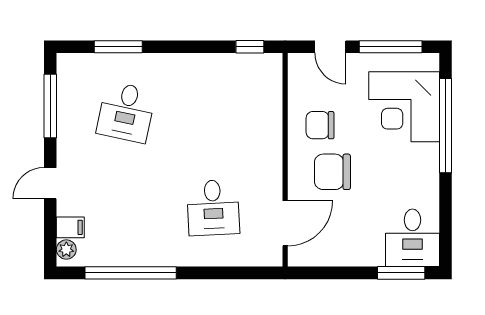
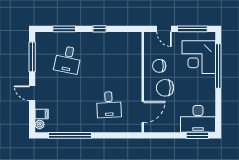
window: (250, 47) -> (99, 29), moved
door: (50, 183) -> (32, 93), hinge flipped
desk: (412, 238) -> (198, 119), width x1.37

